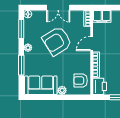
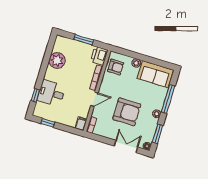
double door: (58, 8) -> (126, 147), moved
filing cabinet: (102, 16) -> (81, 124), width x0.50
armchair: (57, 41) -> (127, 112), turned 32
window: (21, 65) -> (168, 99), width x1.44

